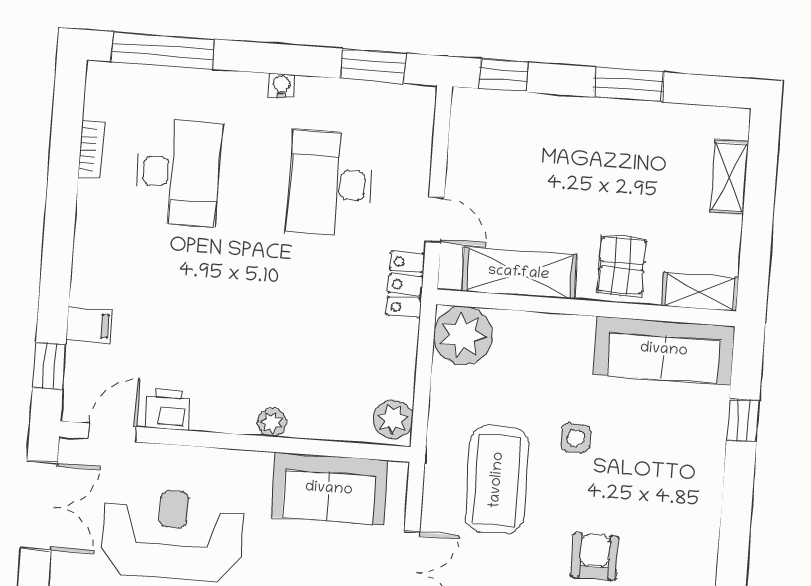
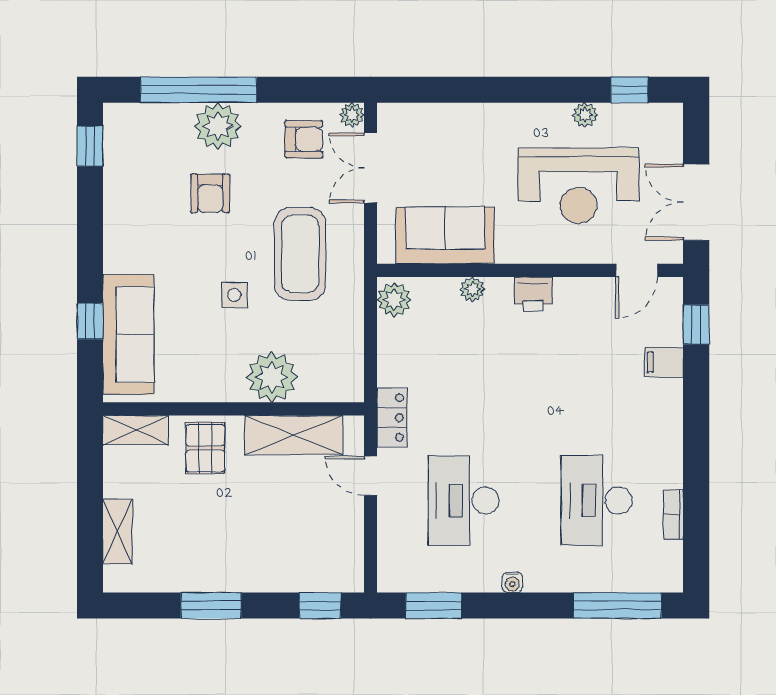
desk: (330, 184) -> (464, 500), turned 180
plant: (463, 336) -> (272, 377), moved
sofa: (664, 350) -> (128, 334), moved, turned 90
printer: (168, 409) -> (533, 294), moved
plant: (272, 423) -> (472, 289), moved

